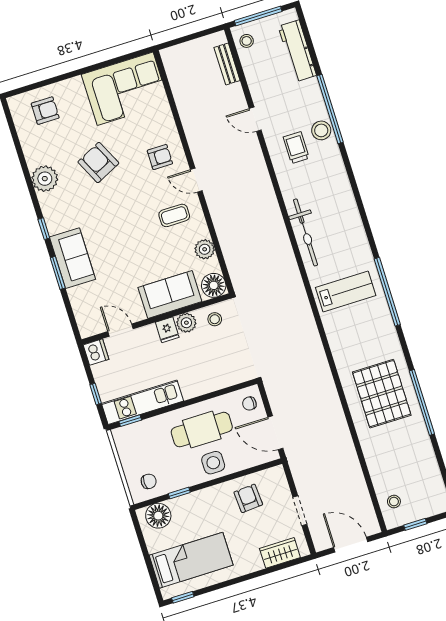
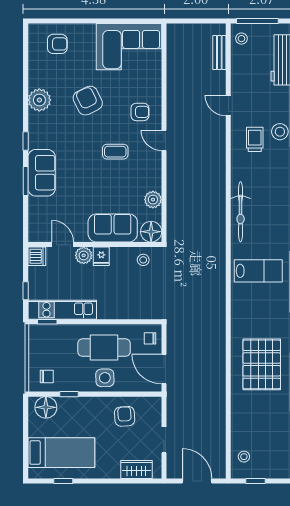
coffee table: (174, 215) -> (115, 152), moved
plant: (186, 323) -> (84, 255), moved
window: (183, 597) -> (63, 481), moved

